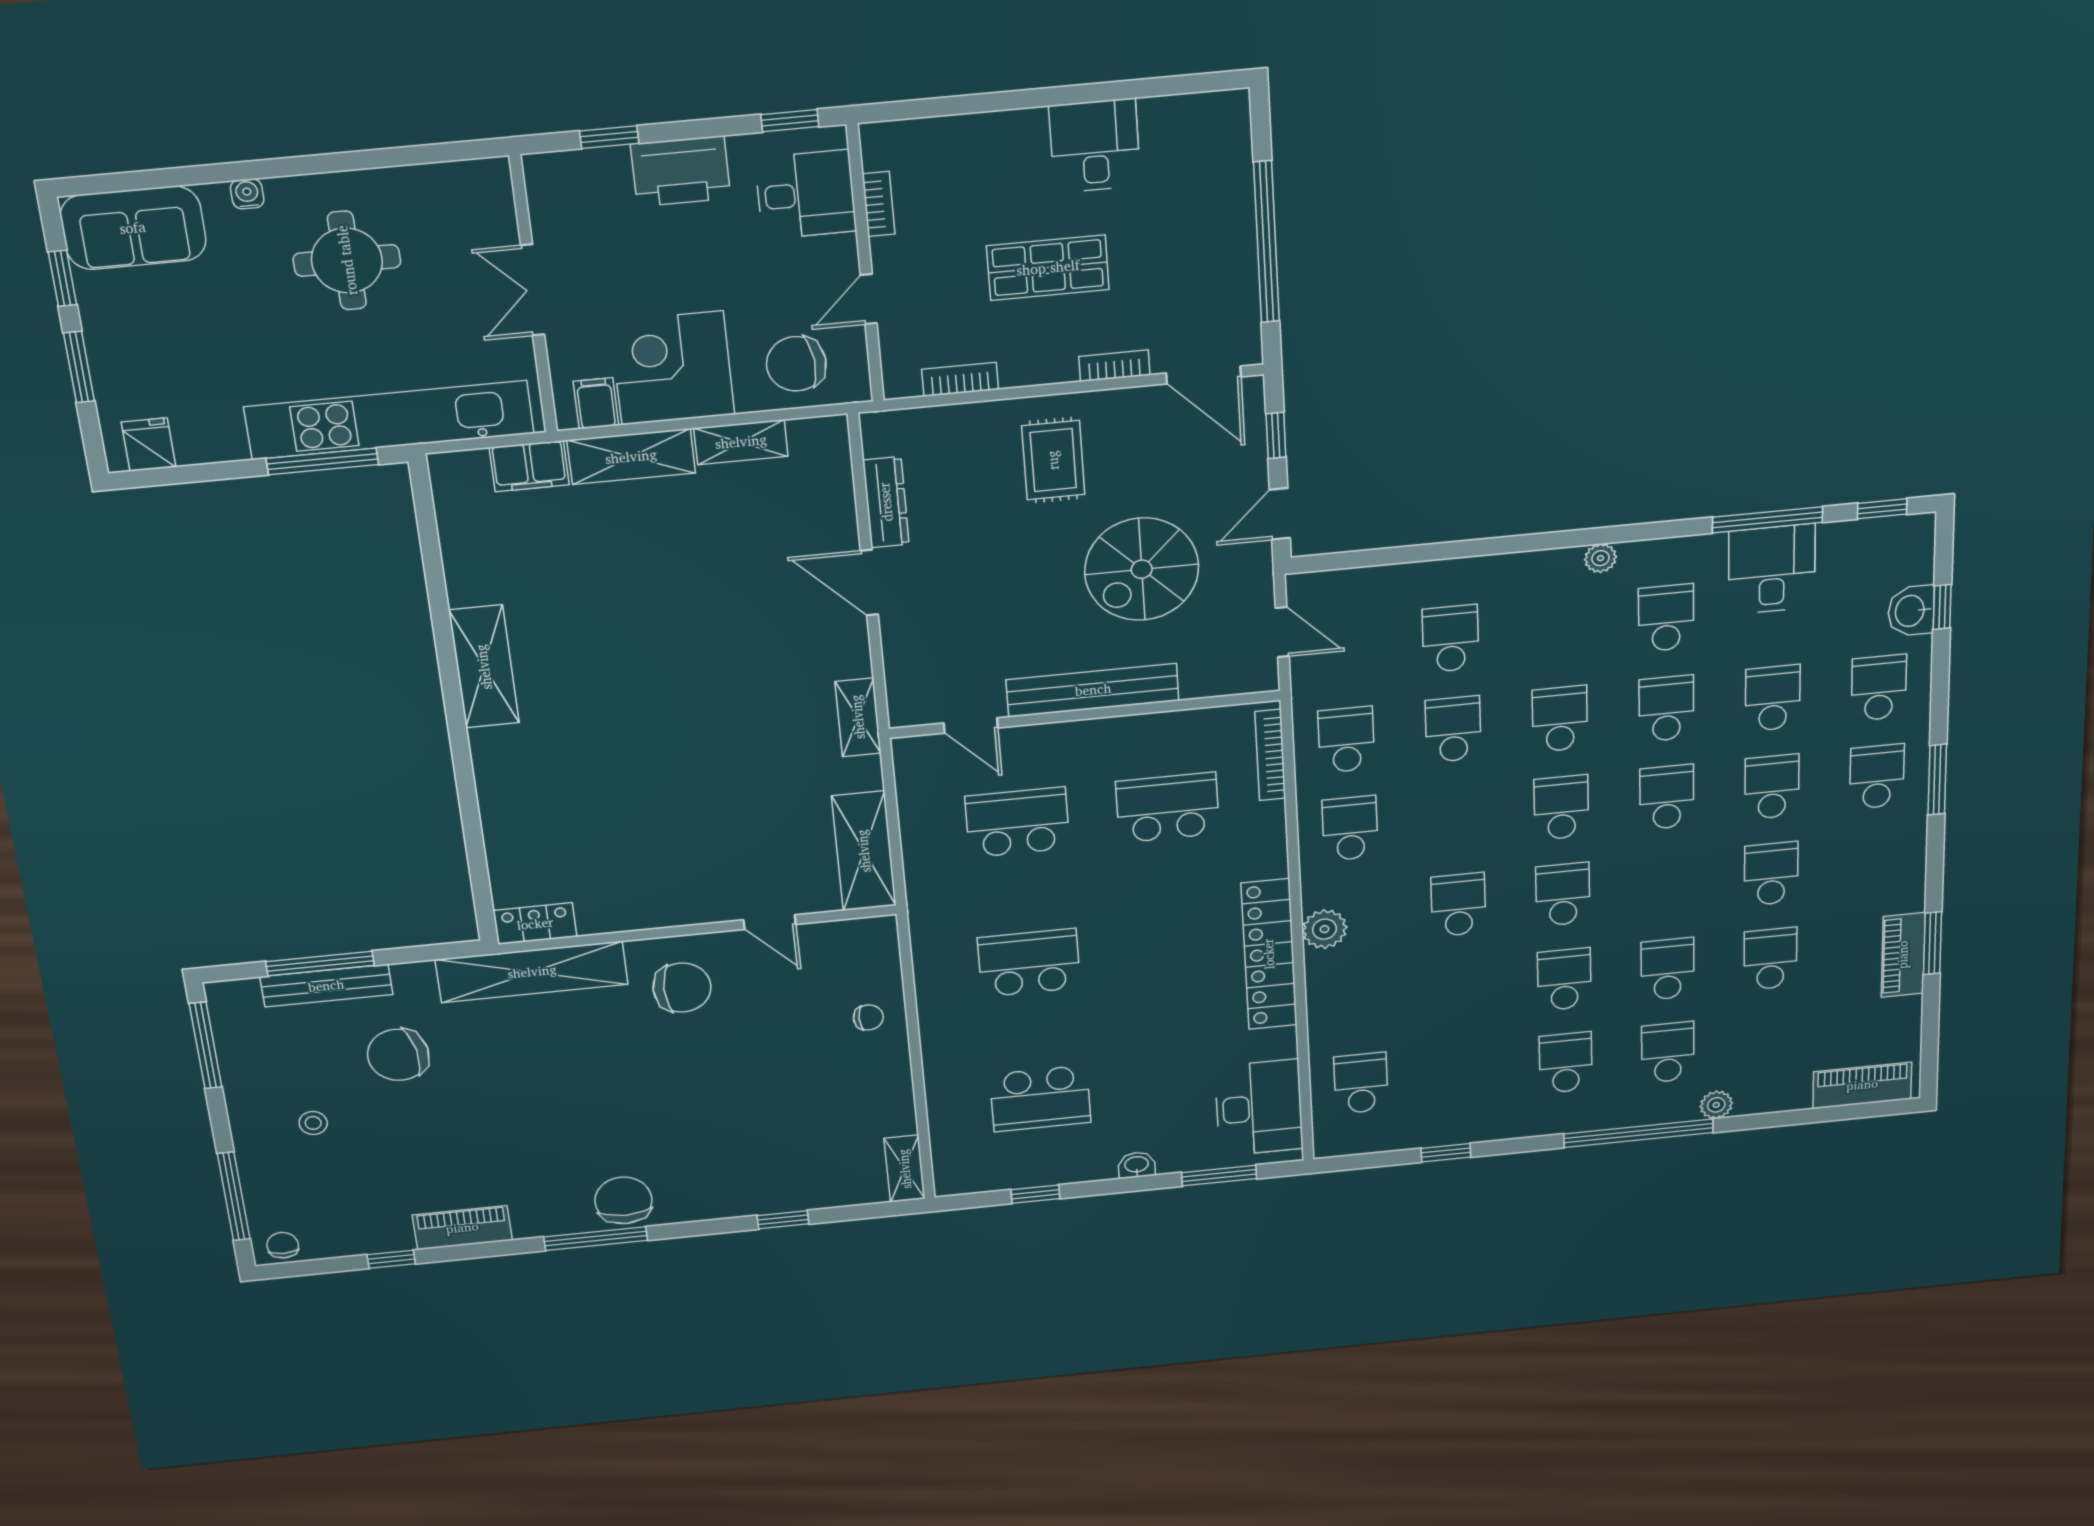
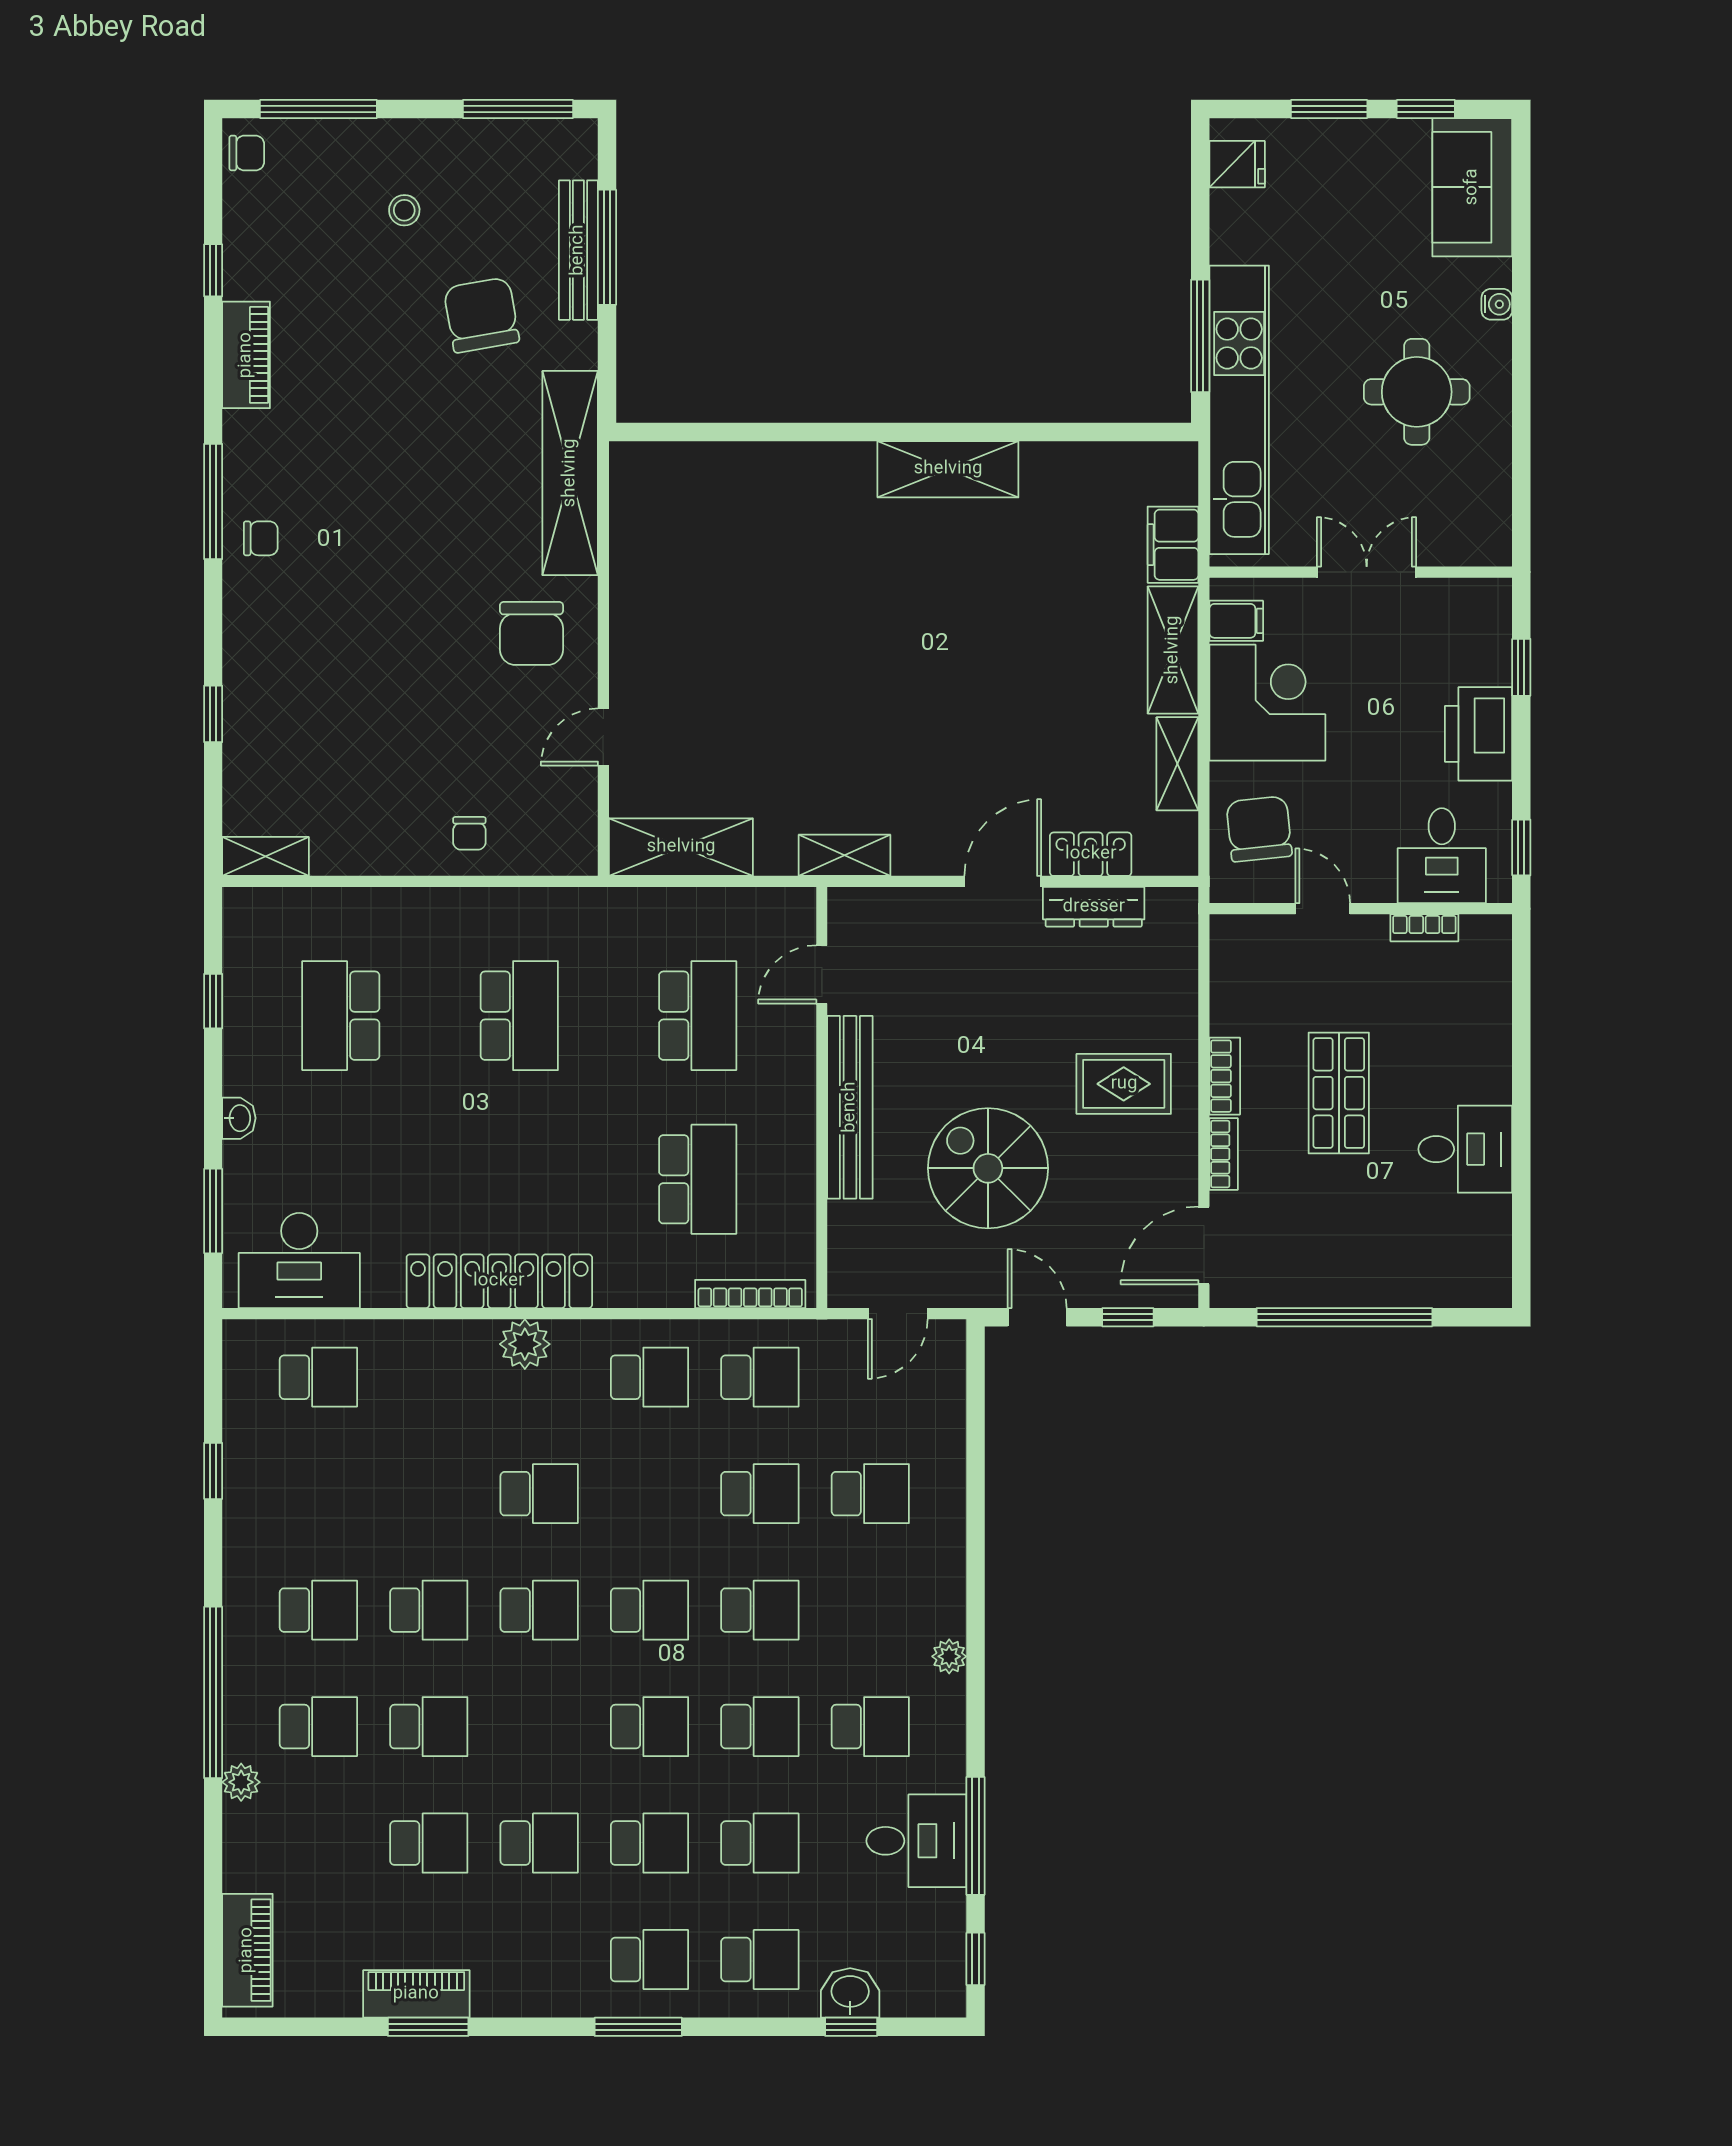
bookcase: (960, 379) -> (1225, 1076), moved
locker: (535, 924) -> (1091, 854), moved, turned -90
chair: (623, 1200) -> (261, 538), width x0.54, depth x0.54

